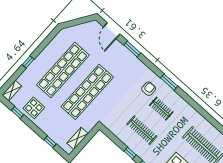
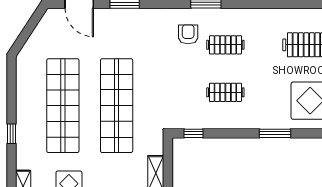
clothes rail: (142, 130) -> (225, 92), width x0.73
window: (130, 153) -> (193, 133), moved

